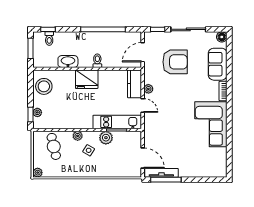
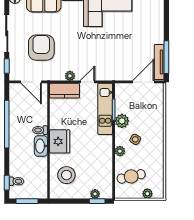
washbasin: (68, 61) -> (41, 146), moved
stool: (44, 86) -> (66, 175), moved
plant: (38, 173) -> (147, 194), moved

